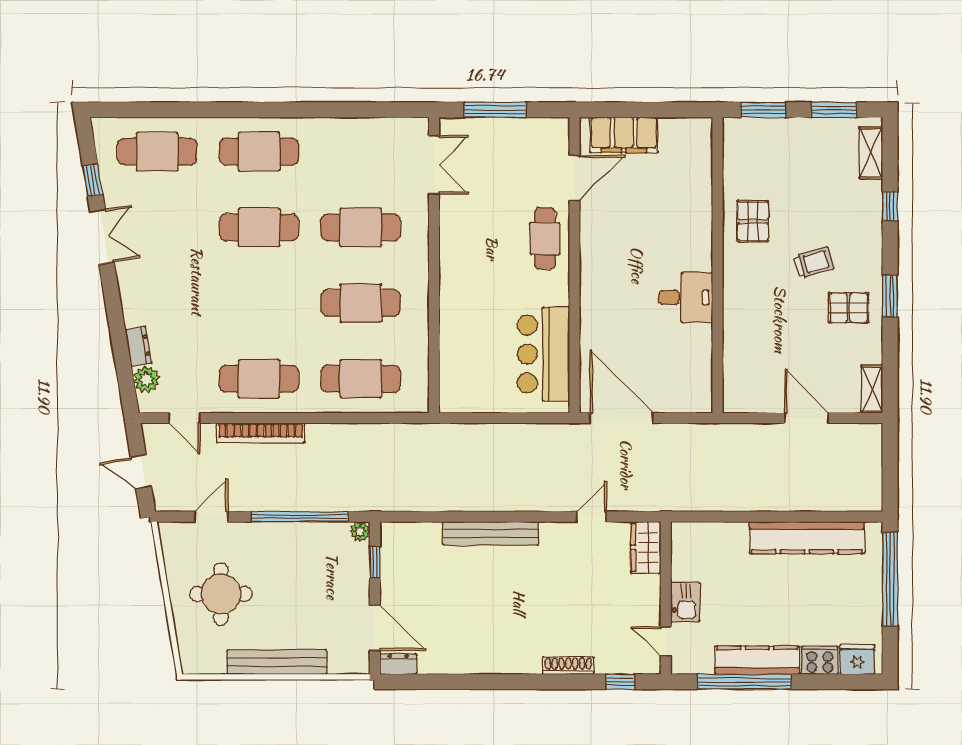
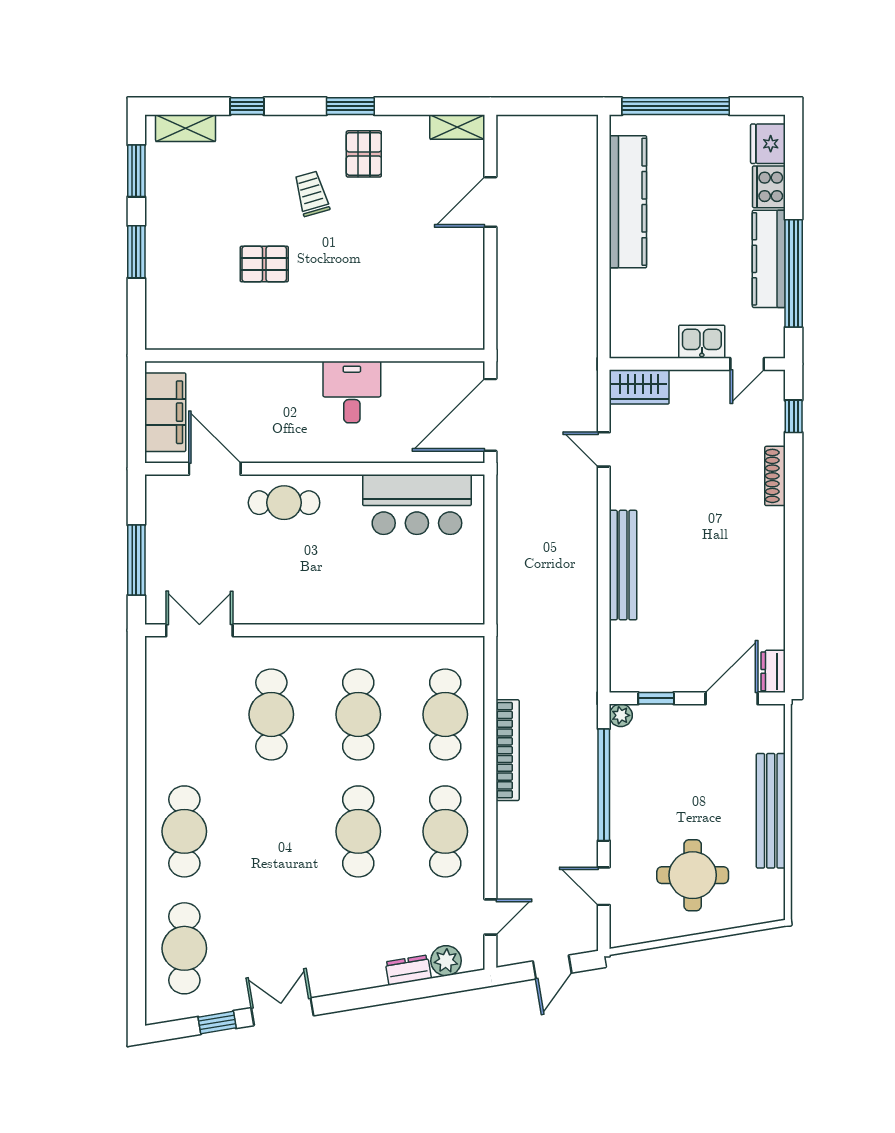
cafe table: (259, 227) -> (358, 831), moved
wall: (717, 265) -> (315, 355), moved
desk: (686, 297) -> (352, 392), moved
bookcase: (261, 433) -> (508, 750), moved

